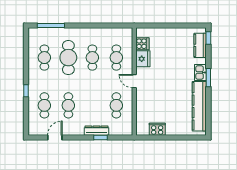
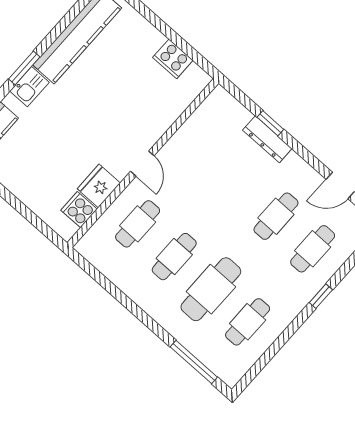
cafe table: (116, 105) -> (203, 151), removed

